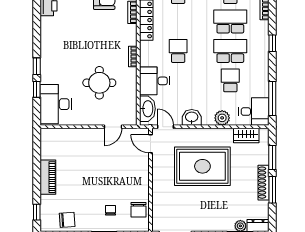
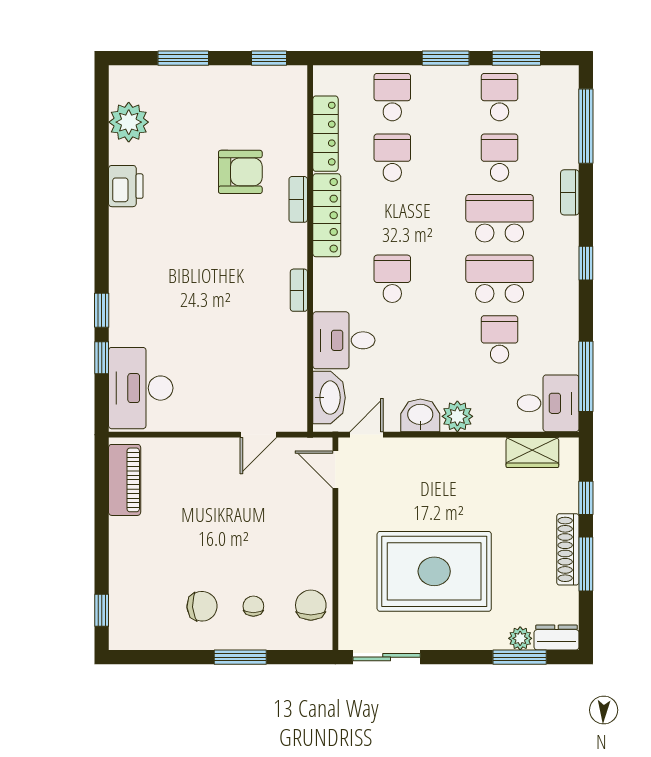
round table: (99, 83) -> (230, 344), removed
plant: (222, 118) -> (457, 416), moved
door: (166, 127) -> (366, 435), hinge flipped
window: (272, 158) -> (586, 498), width x0.67
rug: (202, 166) -> (434, 571), moved
piano: (48, 177) -> (125, 480), moved
chair: (138, 210) -> (311, 605), turned 180
chair: (67, 220) -> (202, 606), moved

